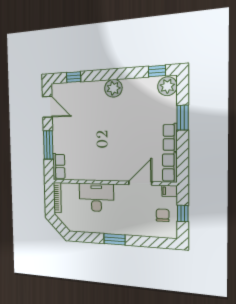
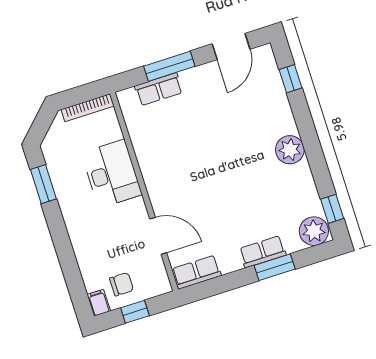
row of seats: (170, 137) -> (263, 252), moved
row of seats: (59, 166) -> (159, 89), moved
filing cabinet: (170, 191) -> (99, 303), moved
window: (114, 239) -> (43, 184), moved

